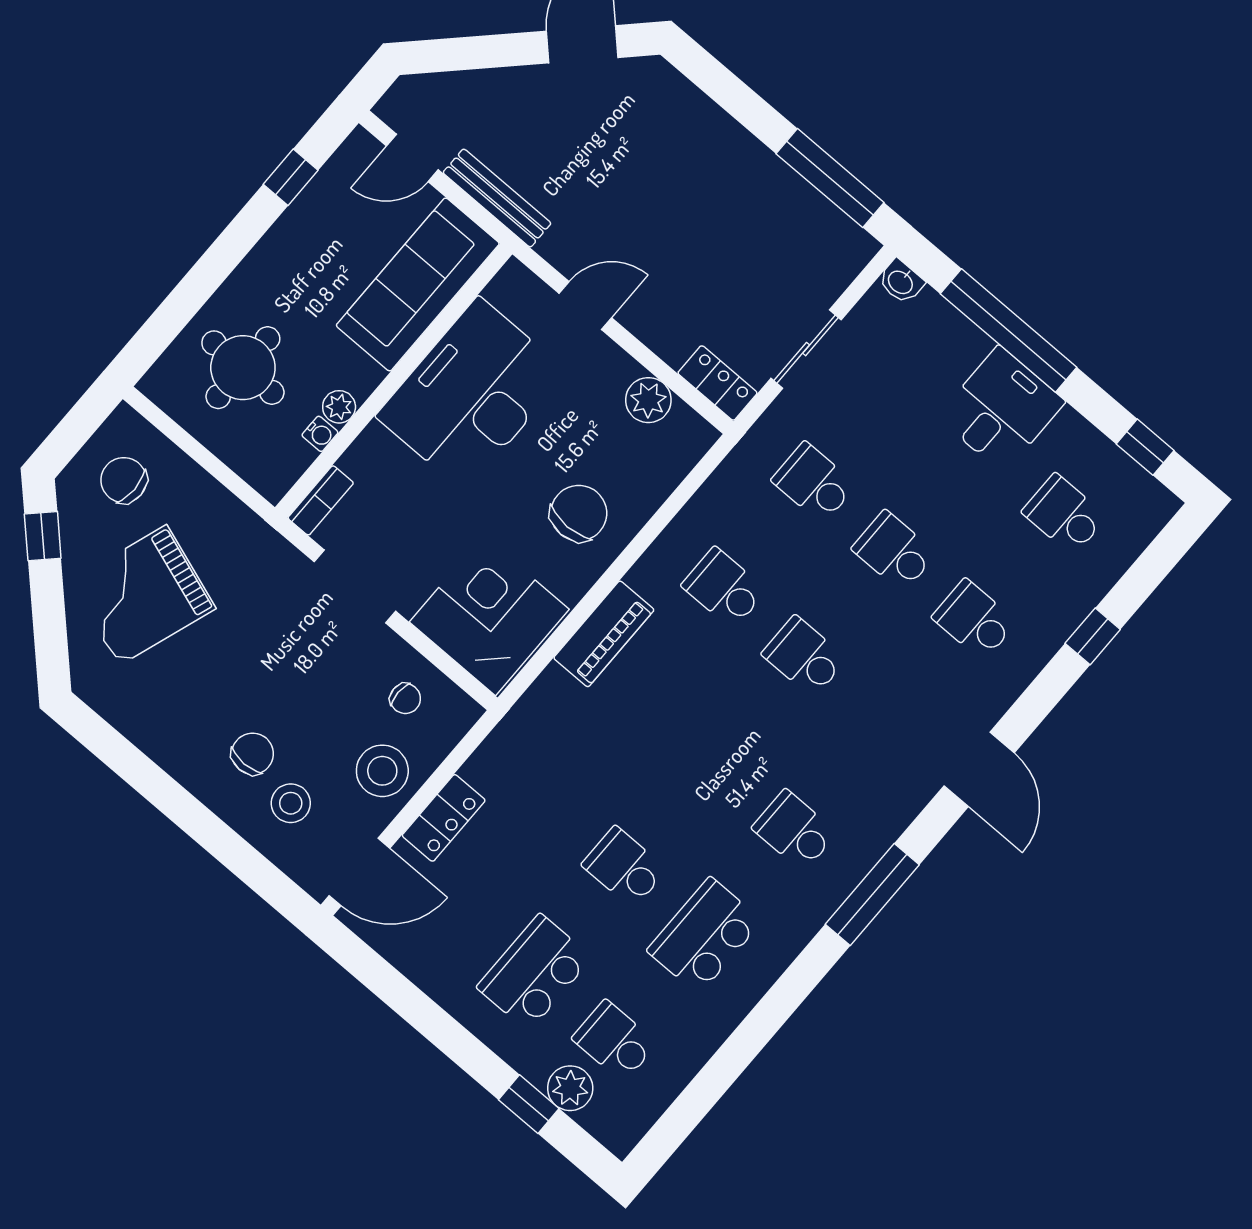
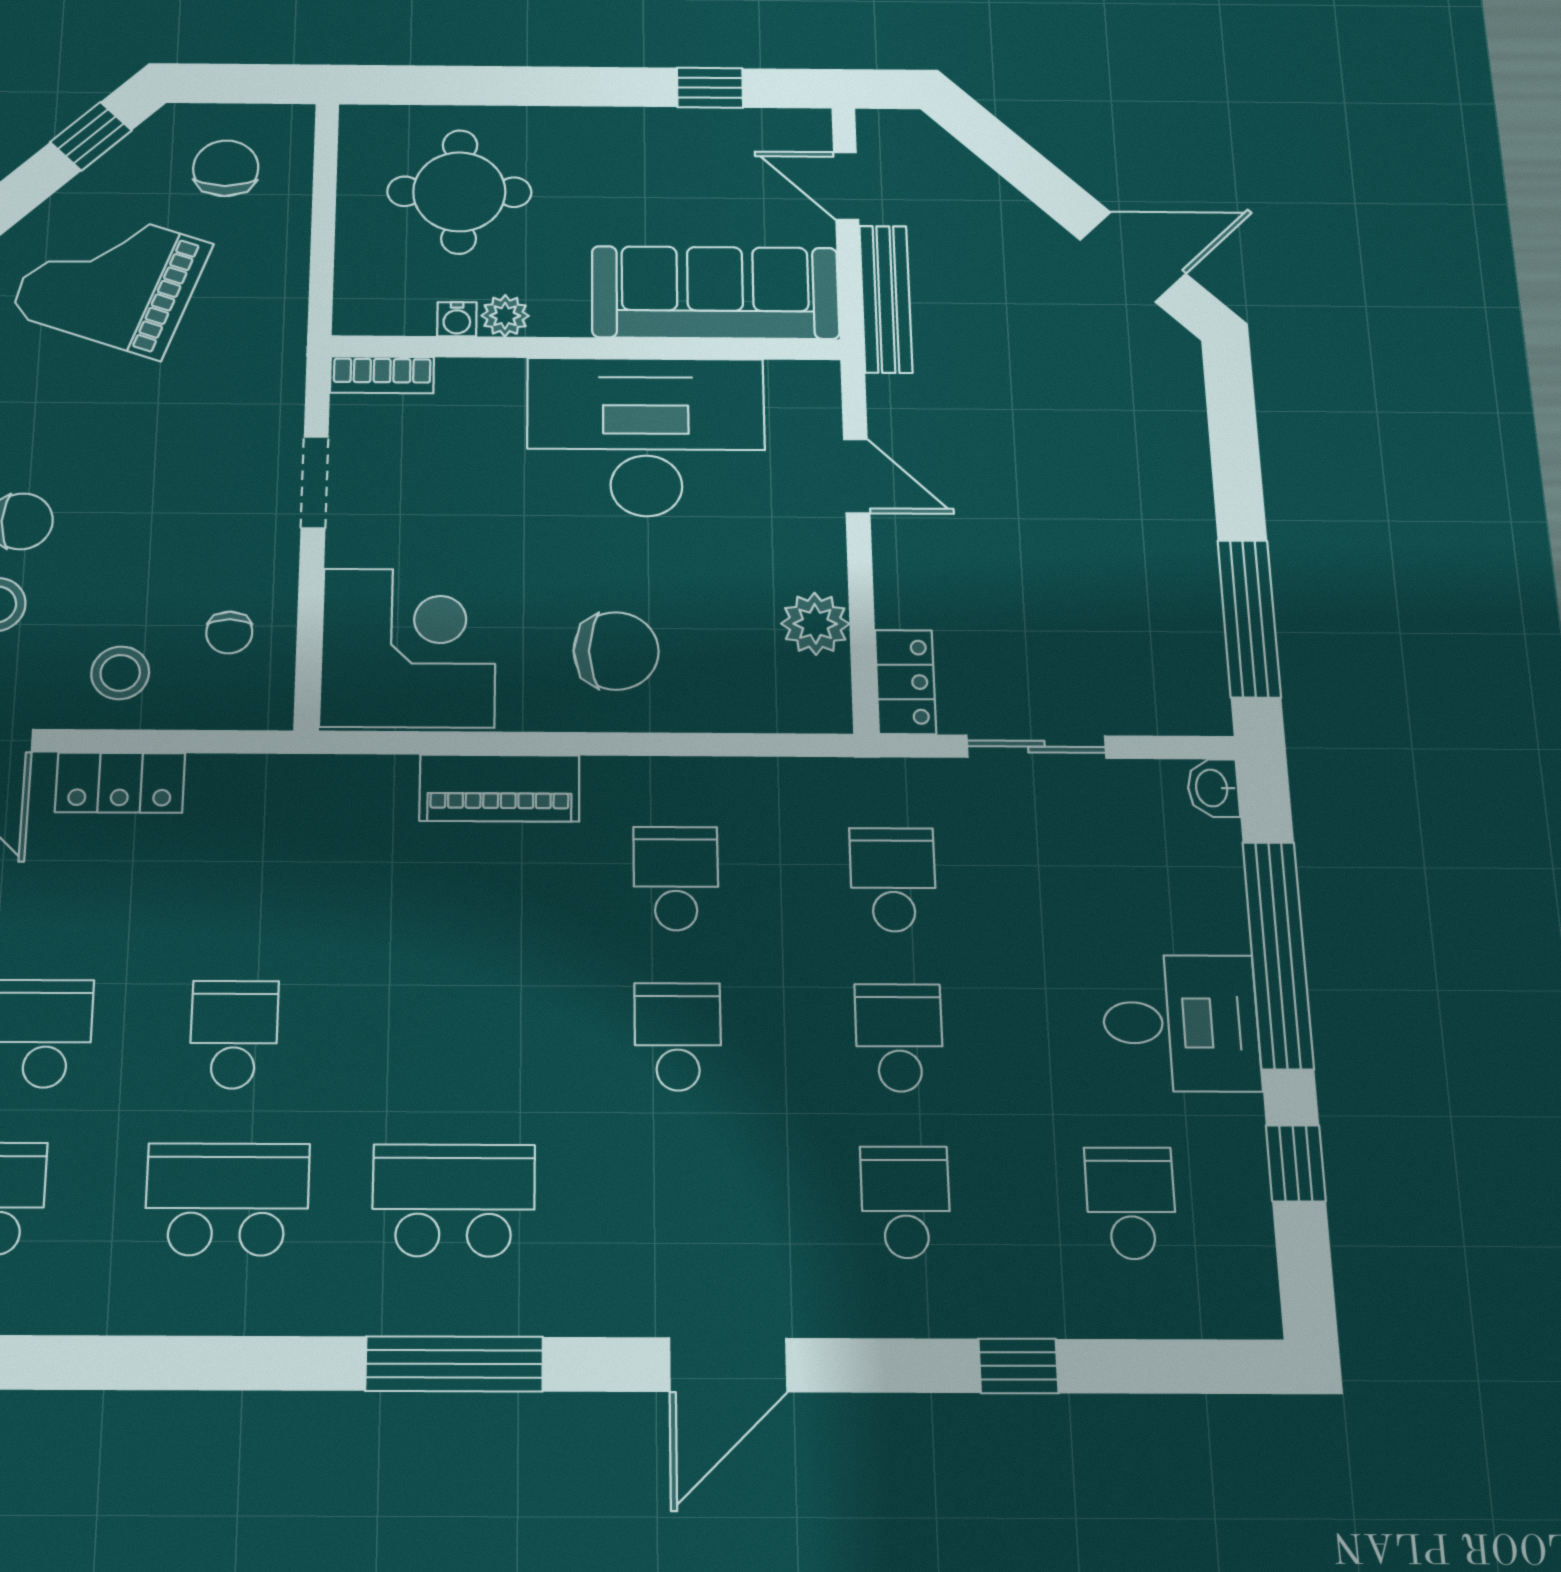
window: (1145, 447) -> (1296, 1163), moved
doorway: (355, 587) -> (315, 482), width x0.73
stool: (382, 771) -> (120, 673), width x0.73, depth x0.73
school desk: (794, 830) -> (454, 1200), width x1.85

